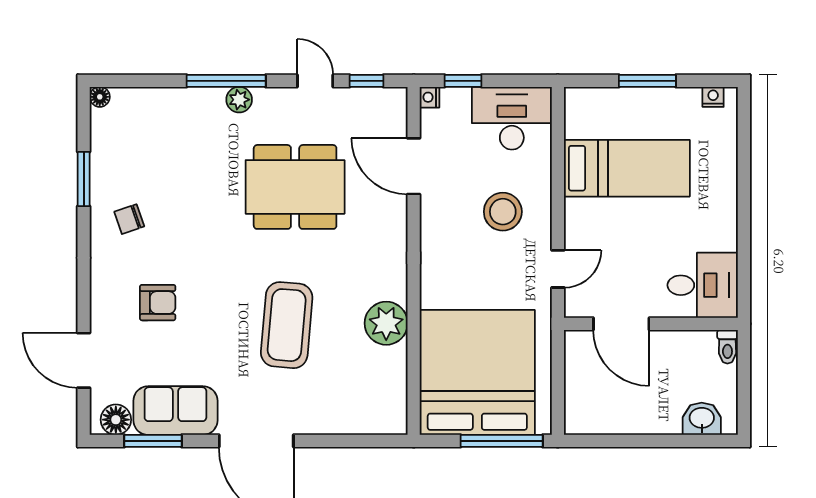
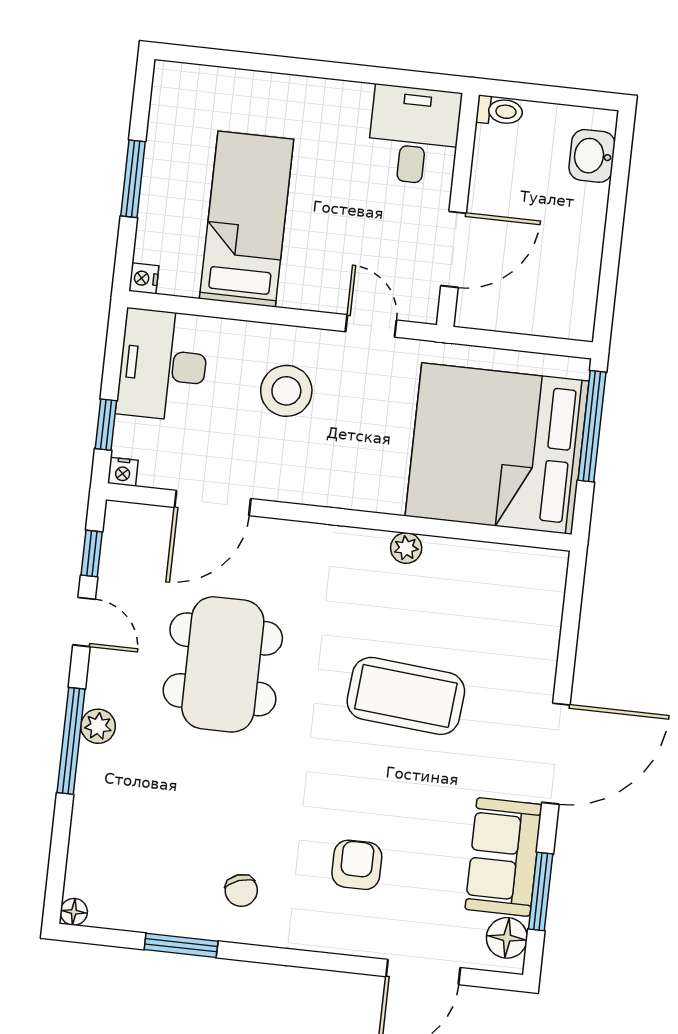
door: (315, 81) -> (84, 622), swing flipped
nightstand: (713, 97) -> (144, 278), moved
plant: (386, 323) -> (406, 548), width x0.53, depth x0.53

